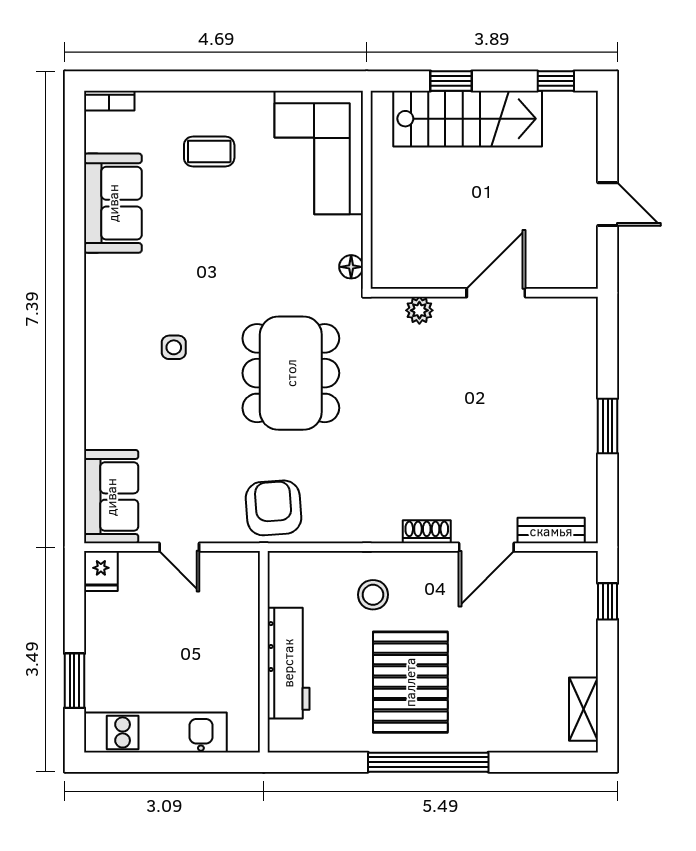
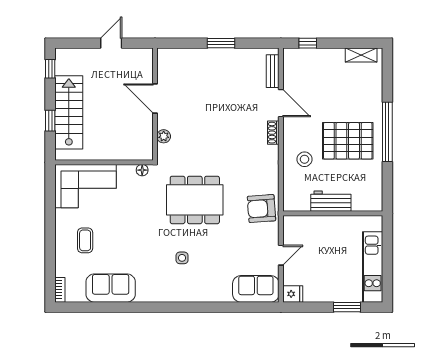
workbench: (288, 663) -> (331, 201), width x0.73

